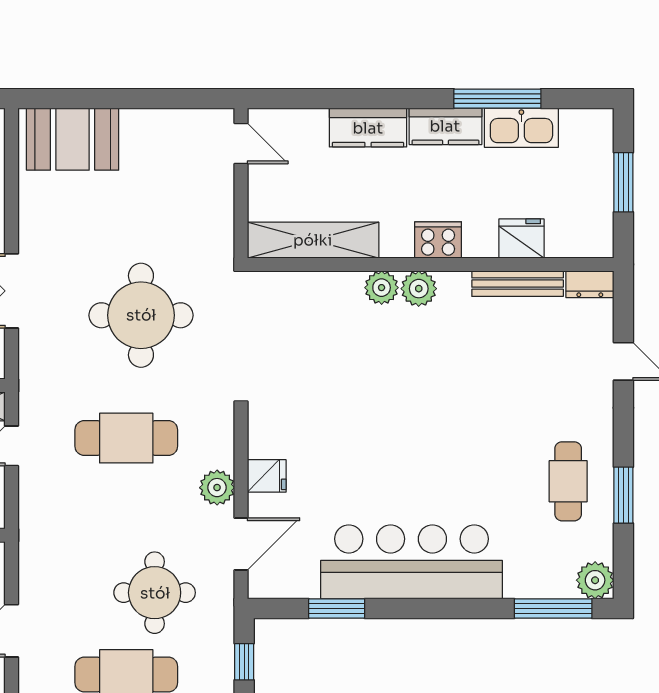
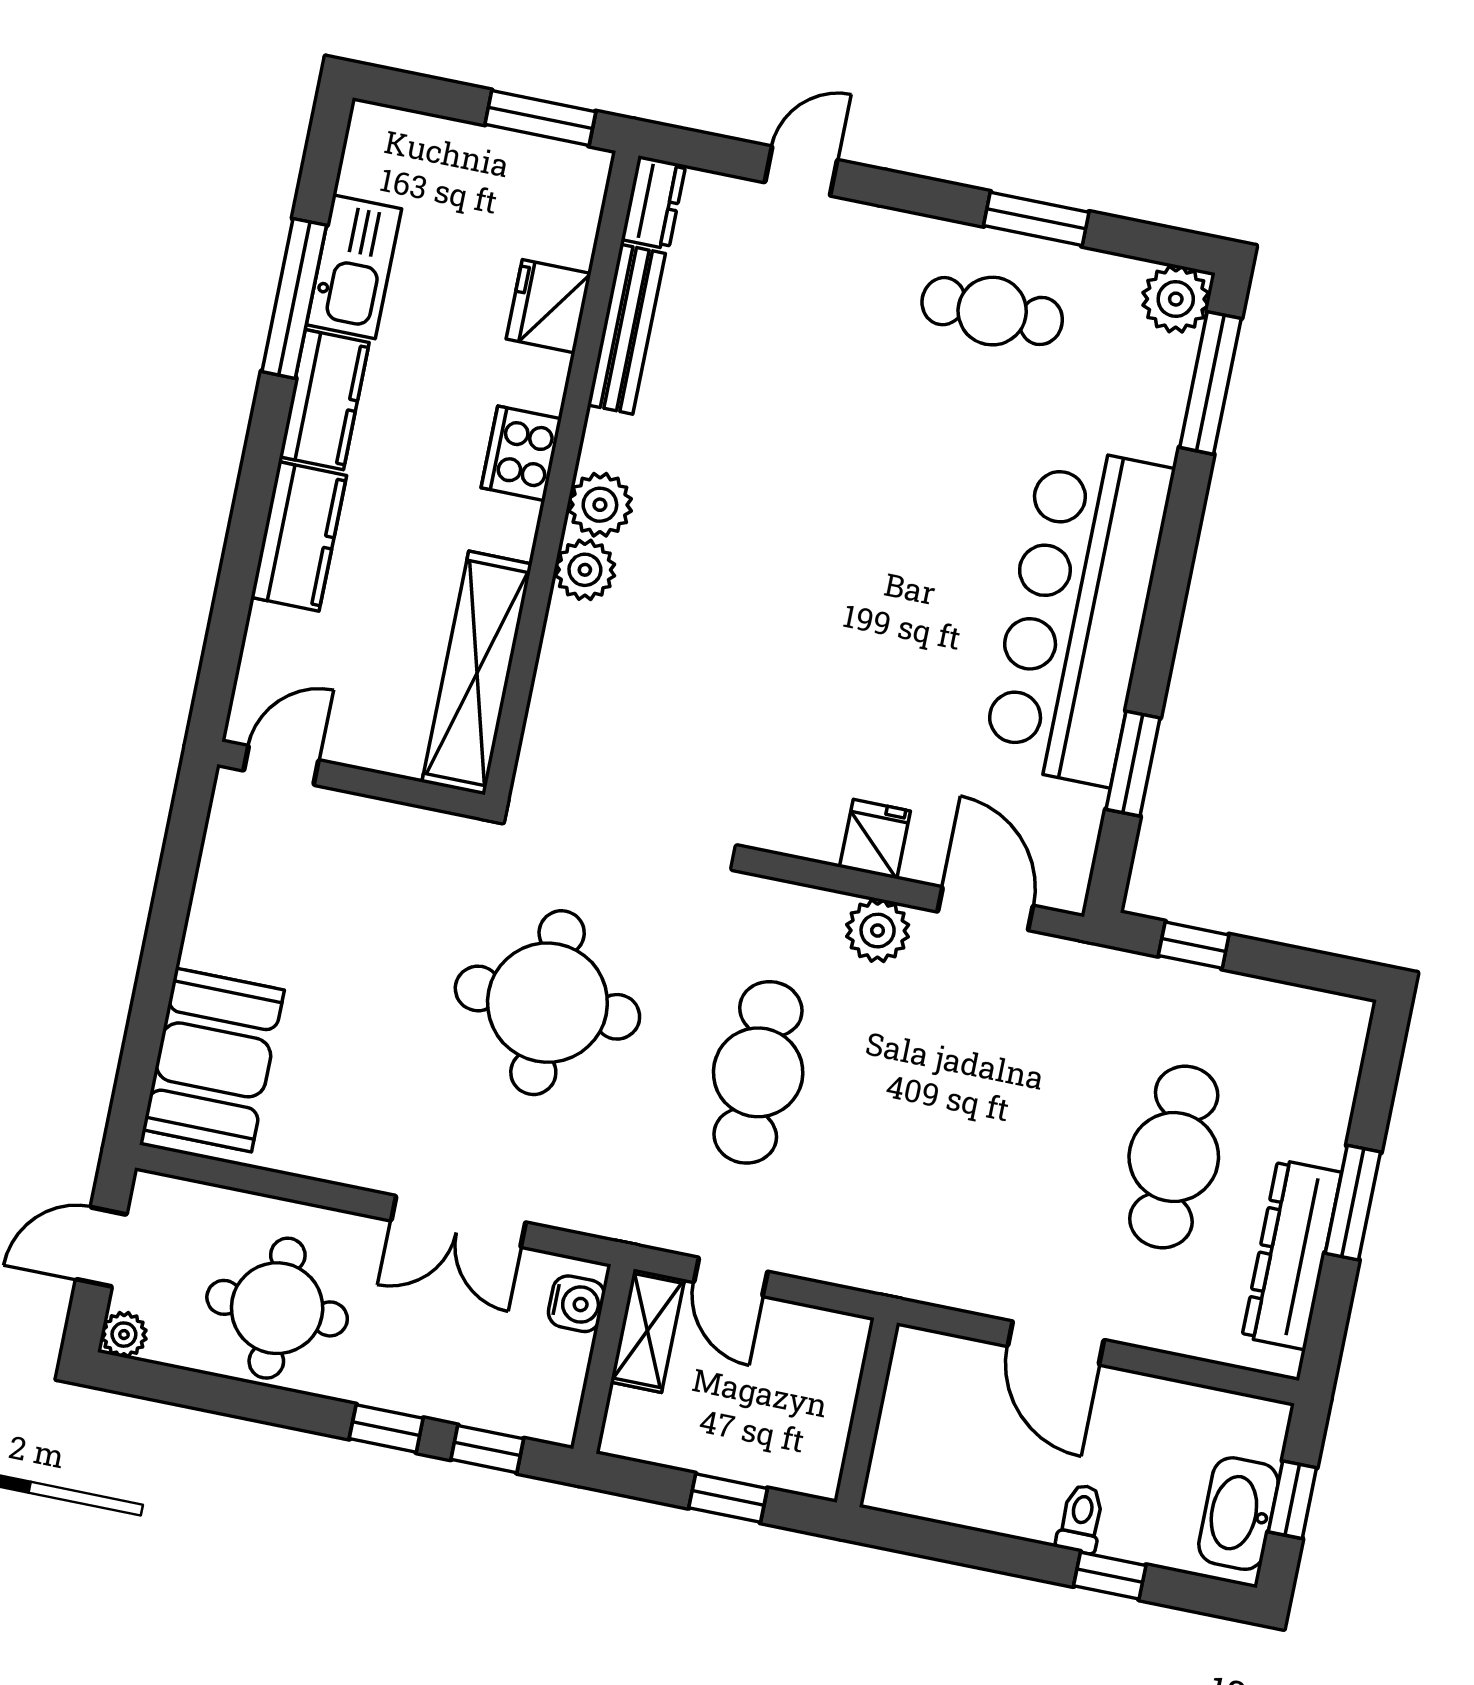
window: (623, 182) -> (540, 118), moved
round table: (155, 593) -> (1040, 1078), removed

